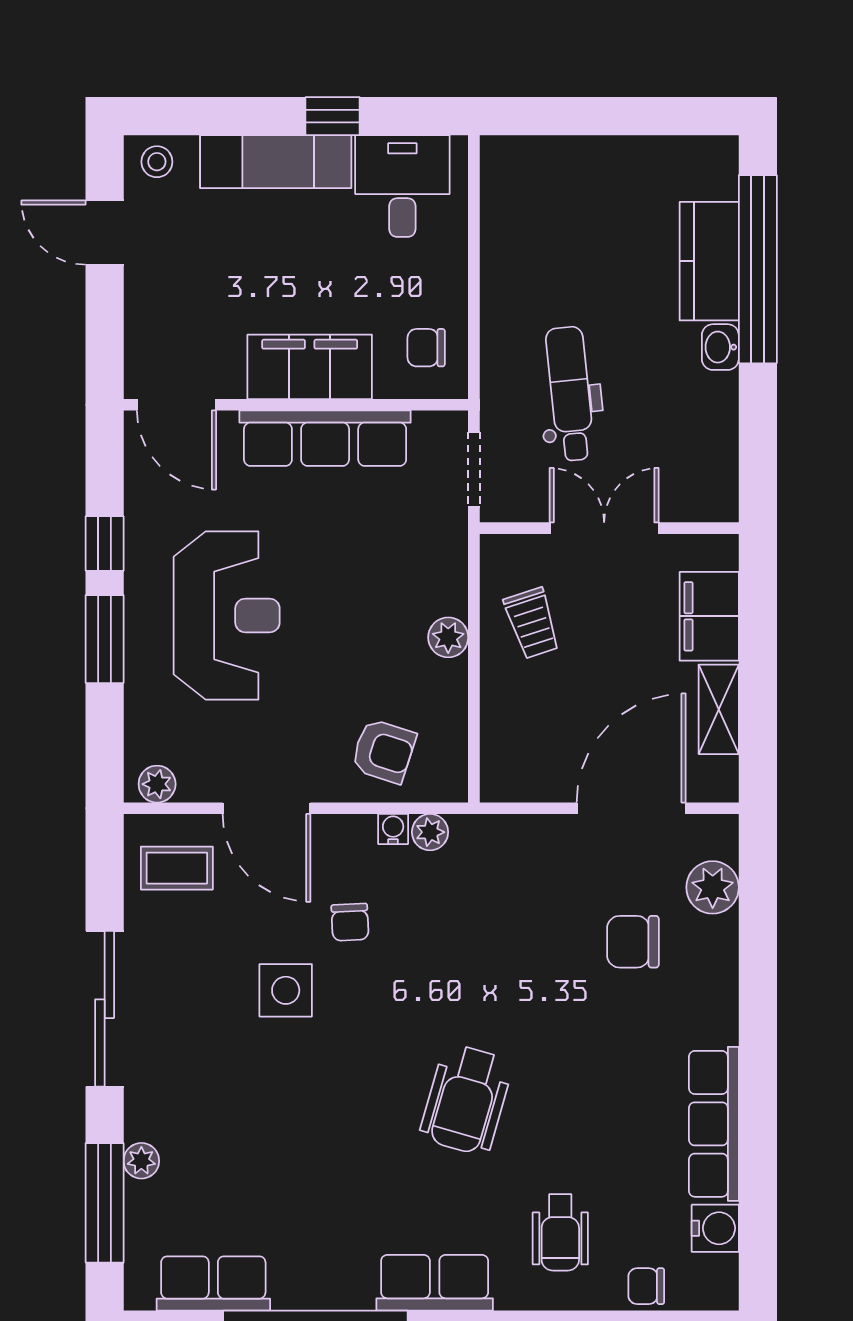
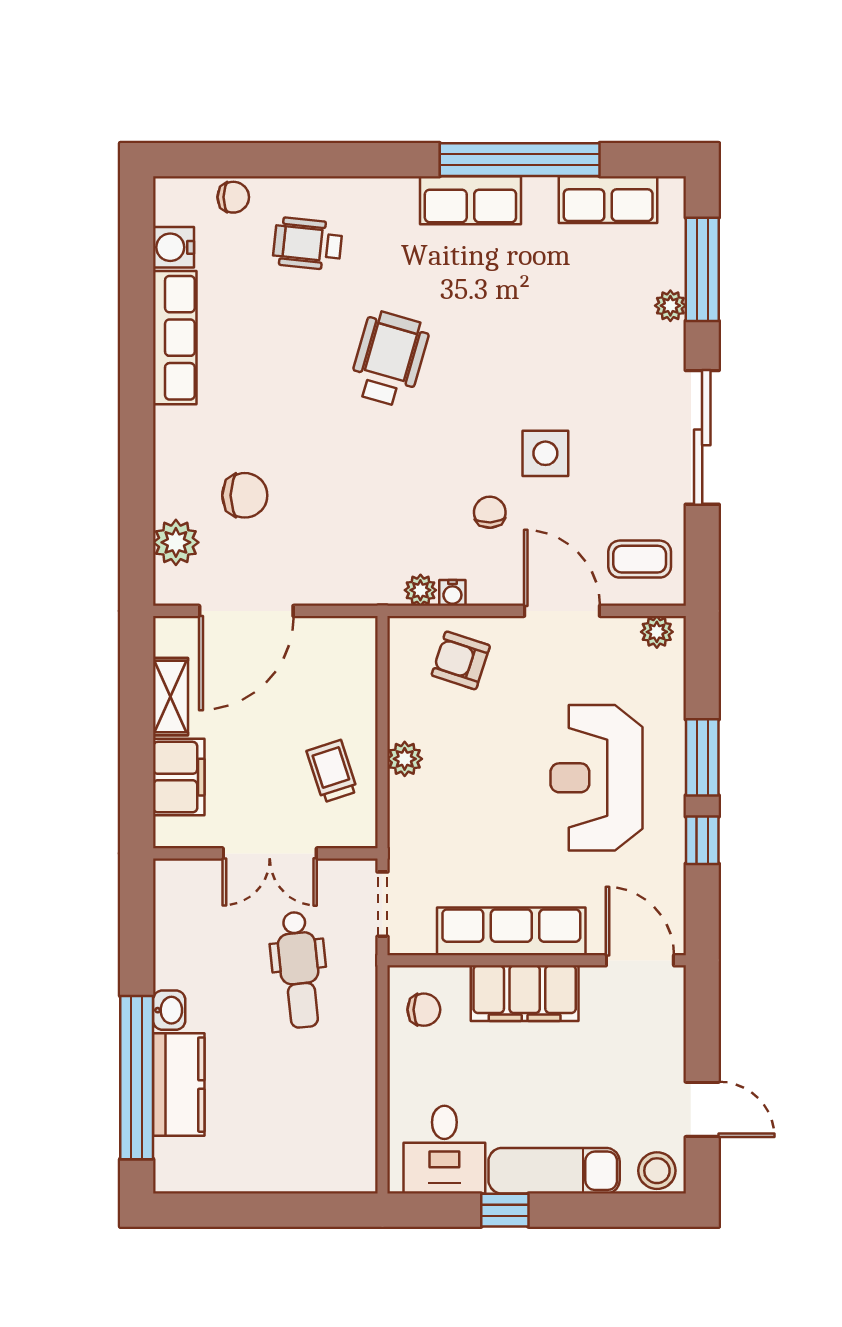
stool: (157, 162) -> (657, 1171), width x1.37, depth x1.37
wheelchair: (560, 1232) -> (308, 244), turned -84
row of seats: (435, 1283) -> (470, 200), moved

